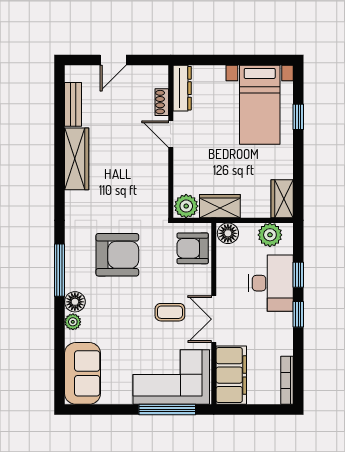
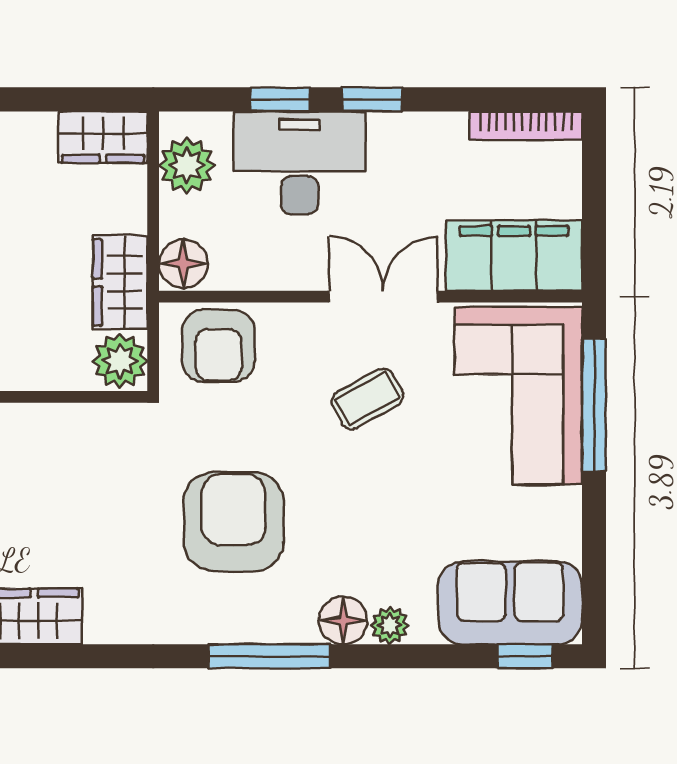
coffee table: (170, 312) -> (367, 399), turned 61
double door: (214, 319) -> (383, 297), swing flipped
window: (60, 380) -> (525, 656), added

